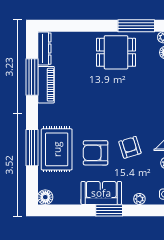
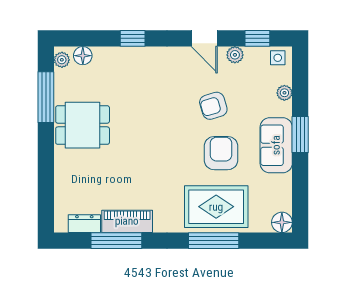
dresser: (44, 49) -> (84, 224), width x0.70
dining table: (116, 52) -> (83, 125), turned 90
armchair: (96, 153) -> (221, 153), turned 180

